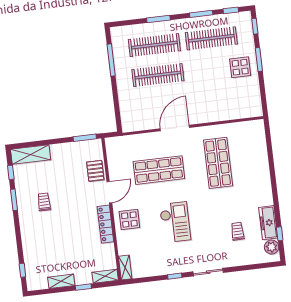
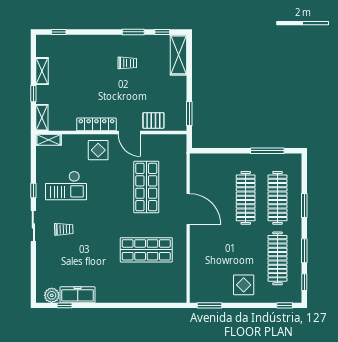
window: (259, 60) -> (209, 305), moved
checkout: (175, 222) -> (66, 186), moved
trolley: (238, 231) -> (64, 229), moved

